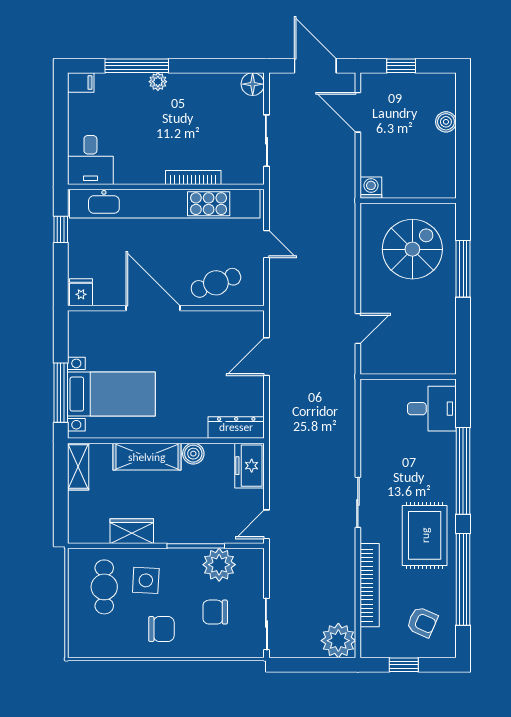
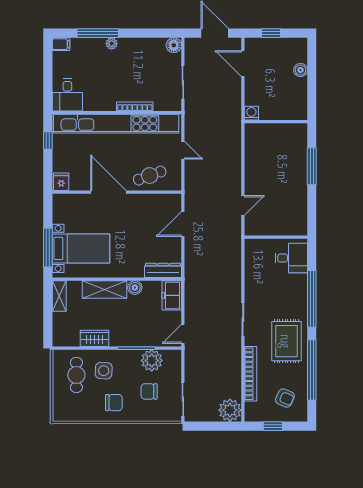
spiral stairs: (412, 249) -> (278, 153), removed

